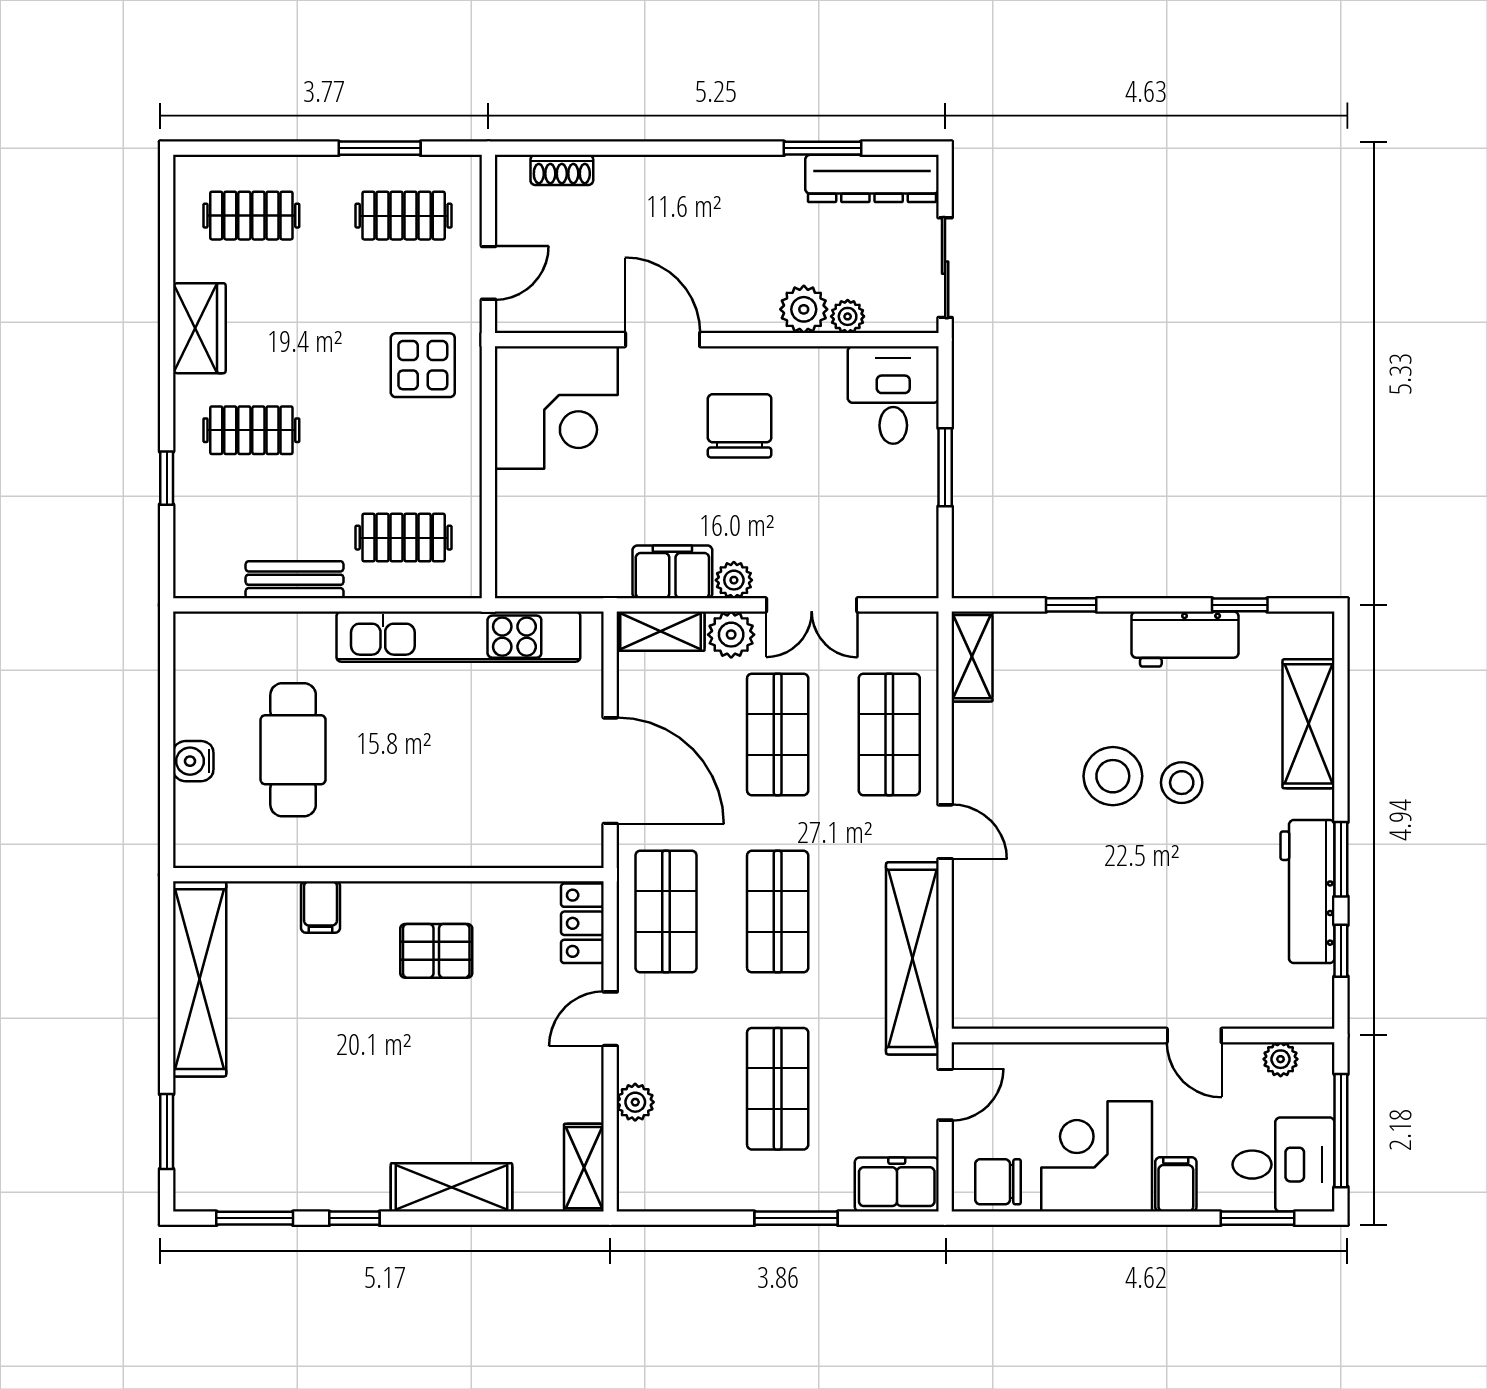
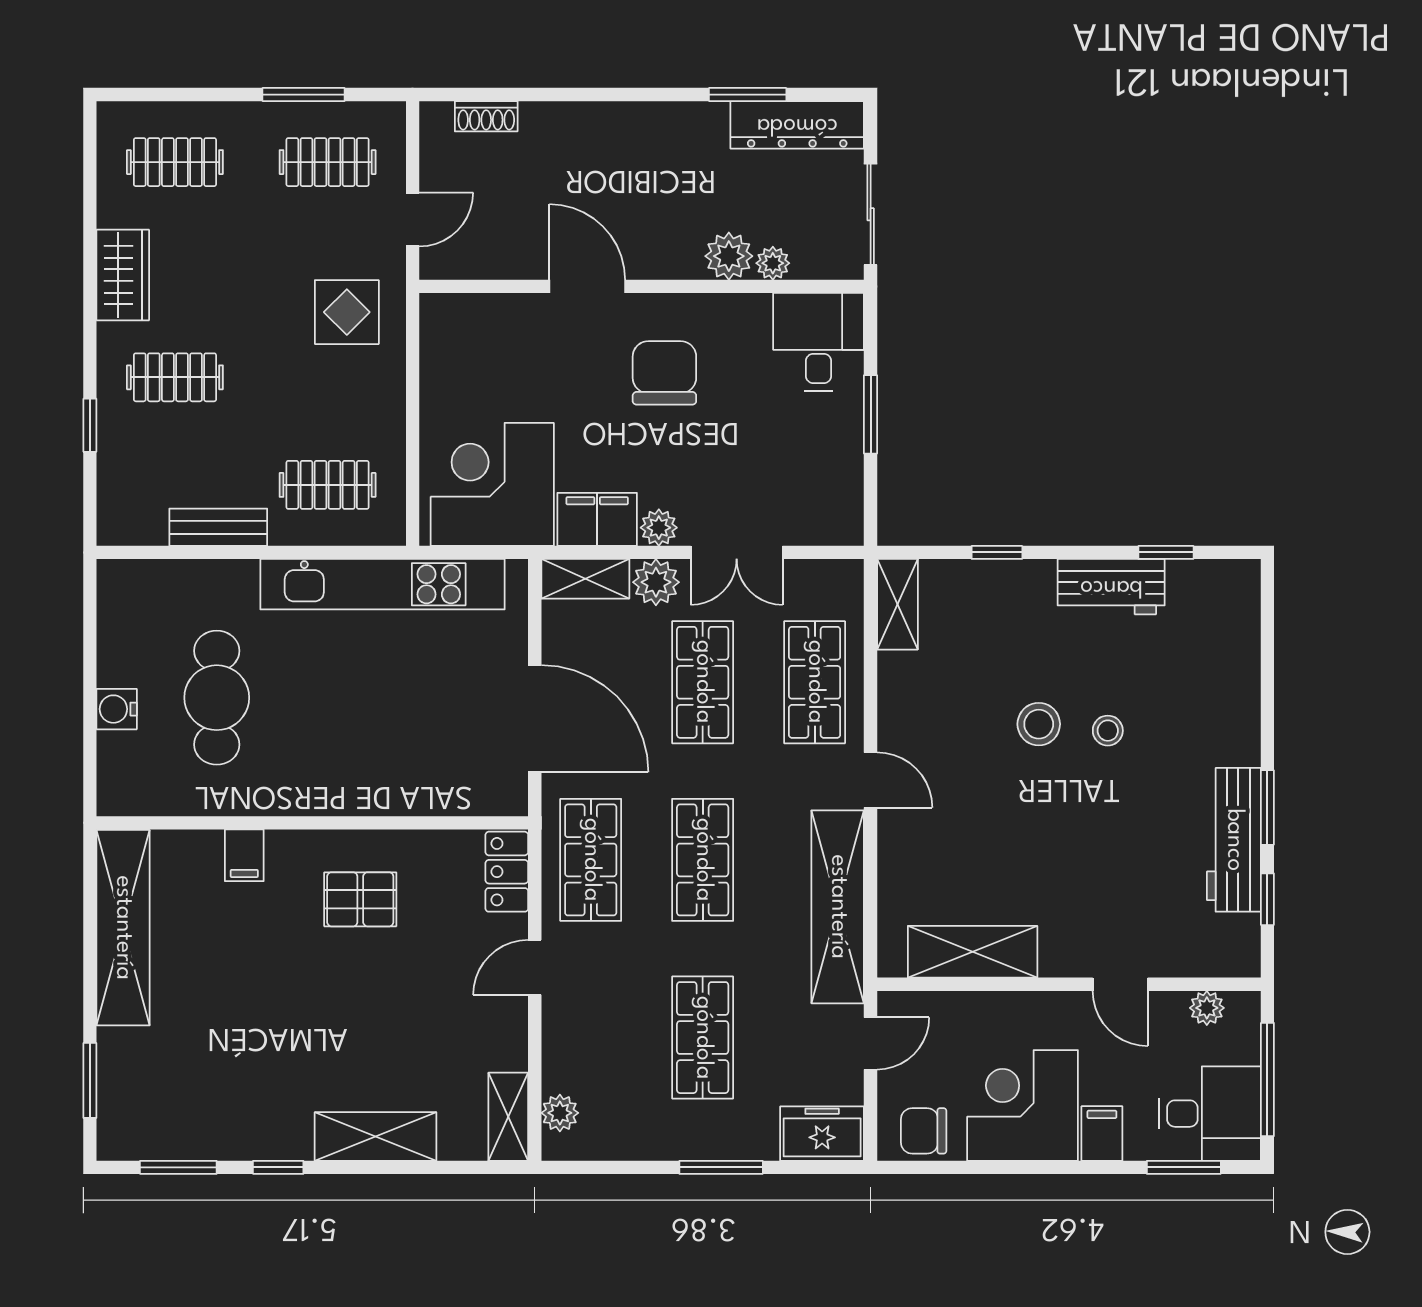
corner desk: (556, 408) -> (492, 484), moved, turned 180
shelving: (1309, 724) -> (973, 952), moved, turned 90
stool: (1113, 776) -> (1039, 724), width x0.73, depth x0.73
stool: (1182, 783) -> (1108, 731), width x0.73, depth x0.73
plant: (635, 1102) -> (560, 1113), moved

